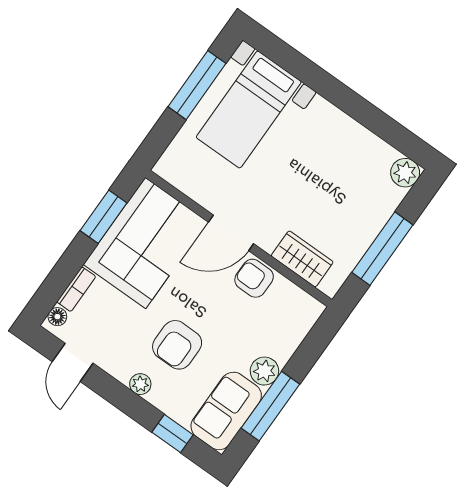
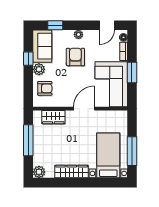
wardrobe: (342, 129) -> (72, 172), added
window: (103, 217) -> (132, 73), moved
armchair: (254, 278) -> (45, 88), moved
door: (73, 362) -> (107, 25), swing flipped
window: (270, 406) -> (28, 59), width x0.46

